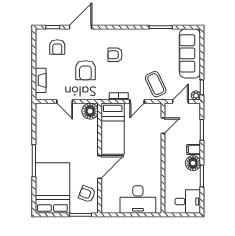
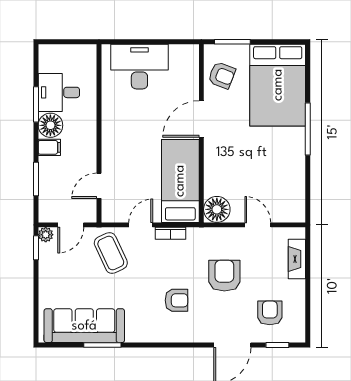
sofa: (190, 53) -> (84, 326), moved, turned -90
desk: (188, 202) -> (59, 92), moved

